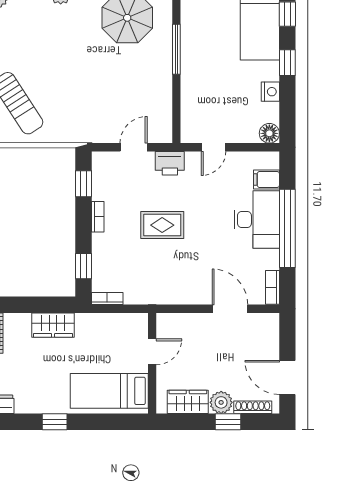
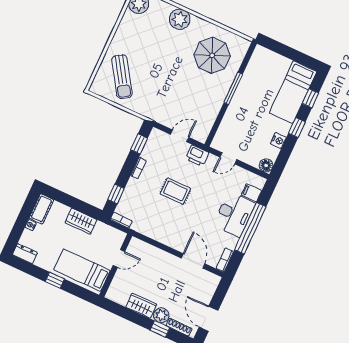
door: (152, 352) -> (119, 258), moved
wall: (152, 363) -> (116, 265), moved
bed: (109, 391) -> (82, 270), moved

